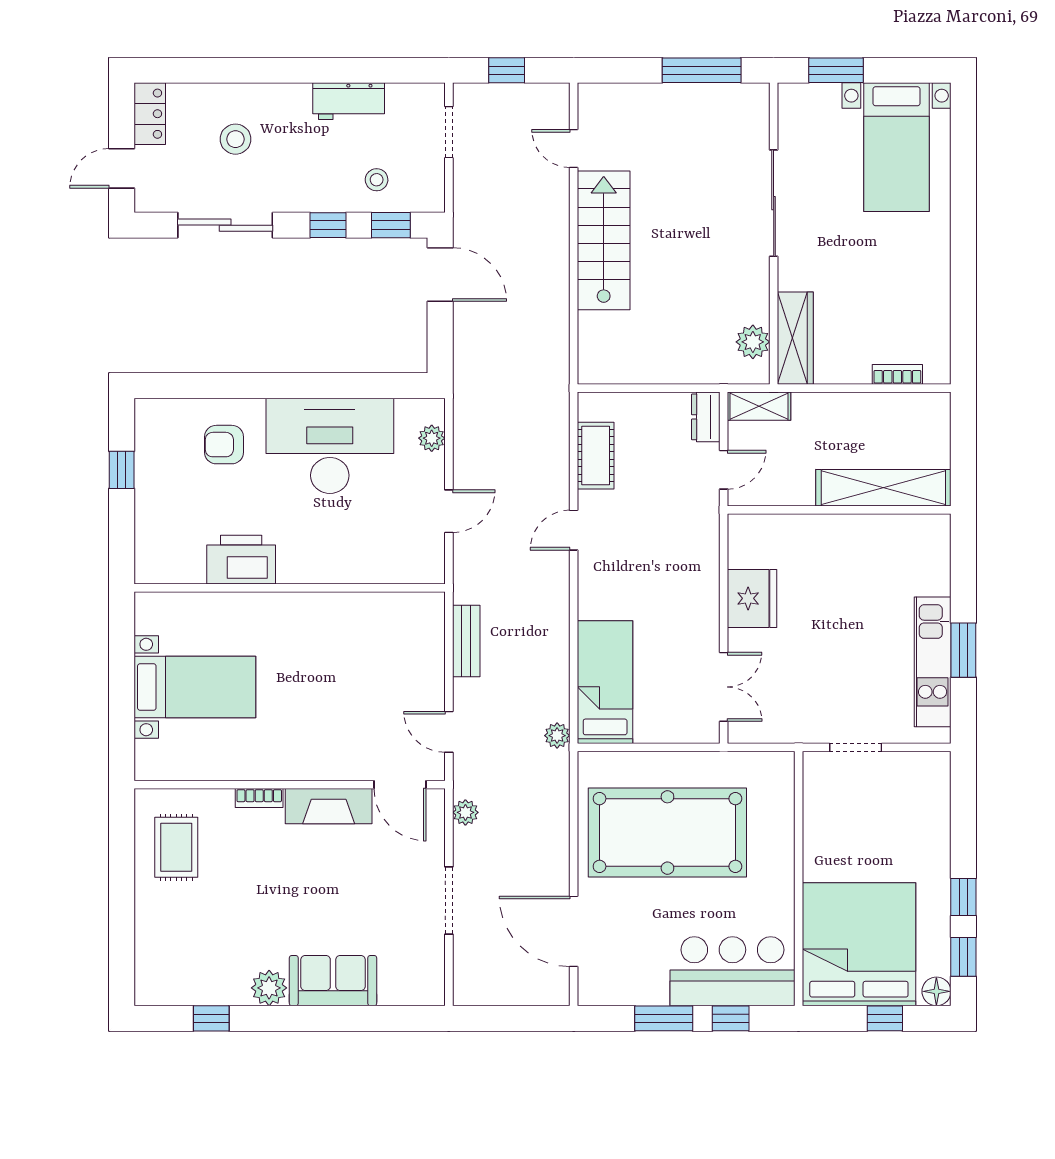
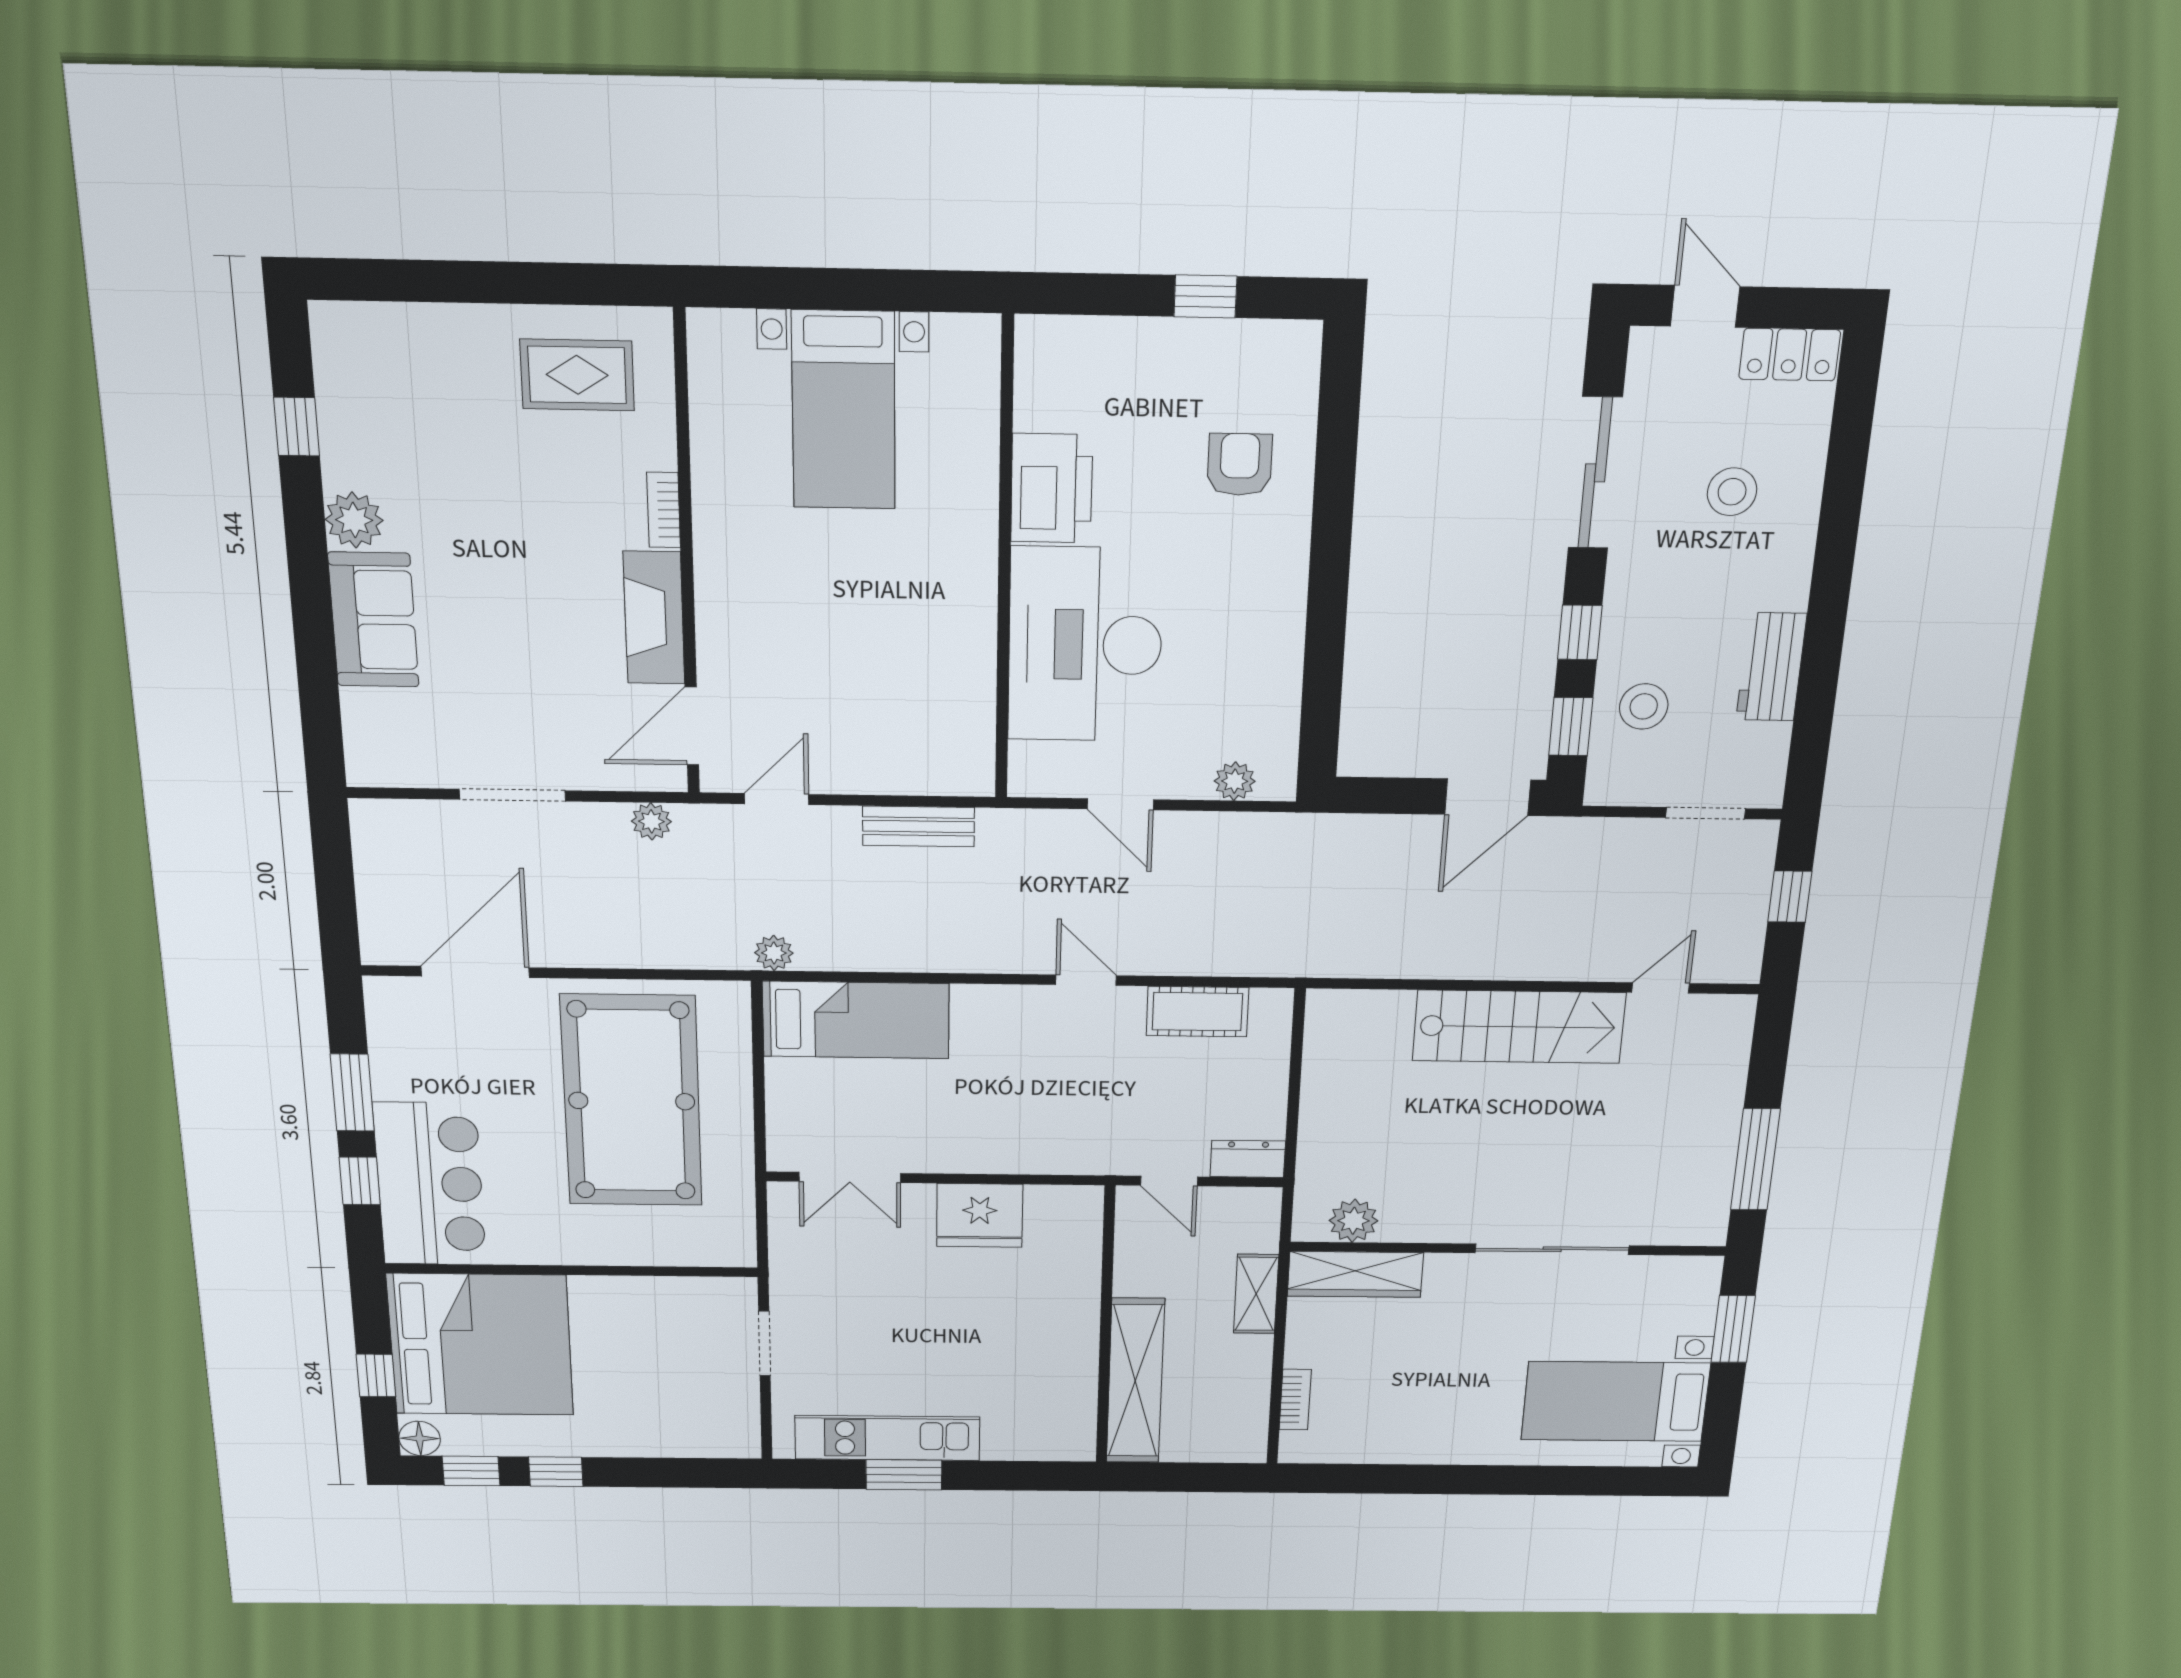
stool: (377, 180) -> (1644, 706), width x1.37, depth x1.37
shelving: (759, 406) -> (1256, 1294), moved
desk: (330, 446) -> (1085, 645), moved, turned 180

